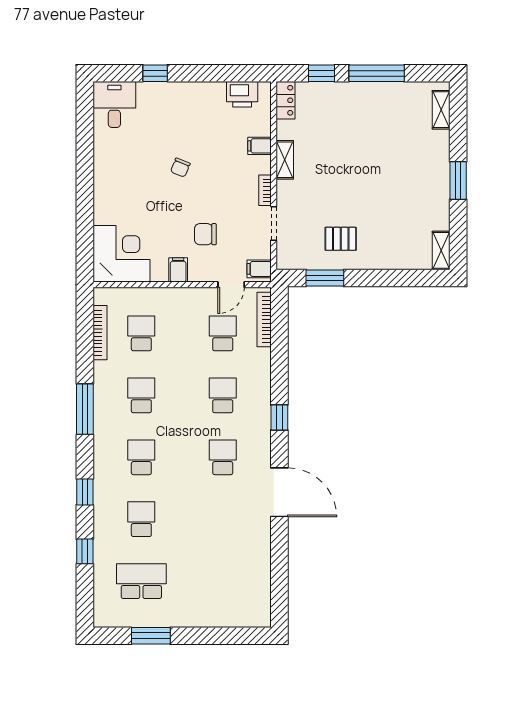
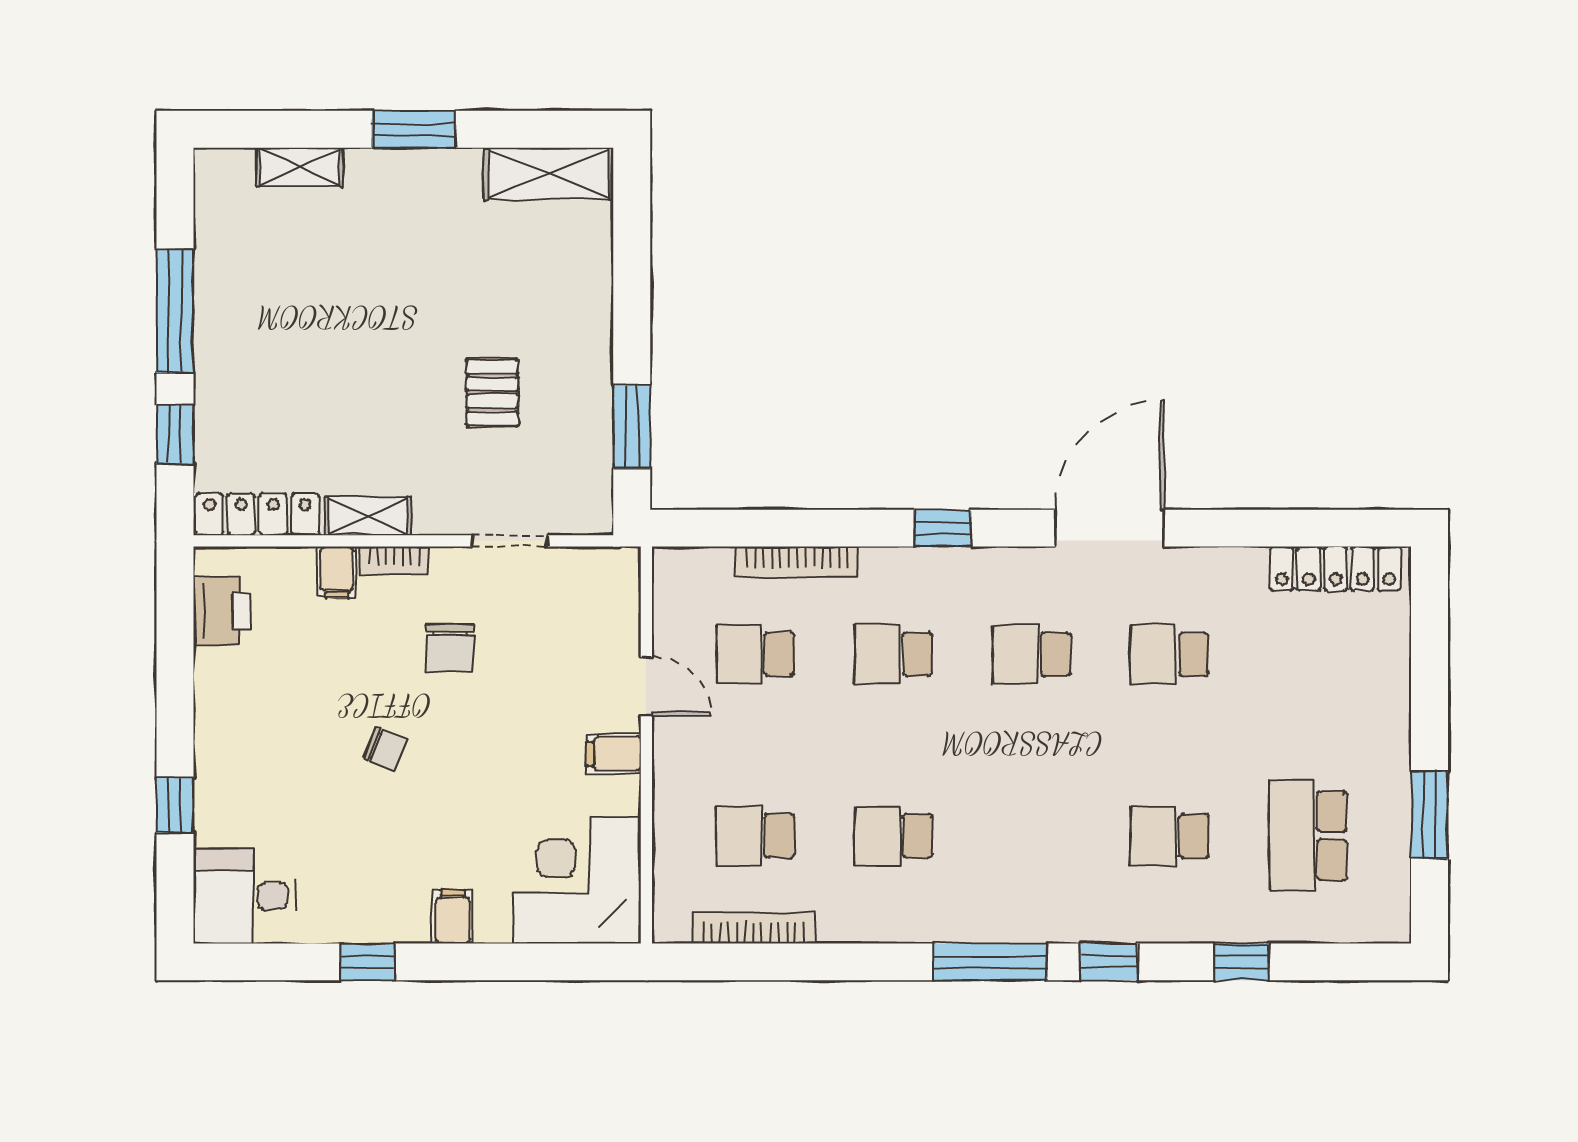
locker: (285, 100) -> (257, 514), width x1.53
shelving: (441, 110) -> (299, 167), moved
window: (85, 160) -> (368, 962), added
bookcase: (265, 190) -> (394, 560), moved
chair: (205, 234) -> (450, 648), moved
pallet: (341, 239) -> (492, 393), moved
shelving: (441, 250) -> (548, 174), width x1.50, depth x1.33
filing cabinet: (259, 269) -> (453, 917), moved, turned 180
door: (231, 285) -> (646, 686), moved
bookcase: (264, 320) -> (797, 562), moved
window: (85, 409) -> (990, 962), moved
school desk: (141, 457) -> (1170, 654), moved
locker: (261, 594) -> (1336, 569), added

